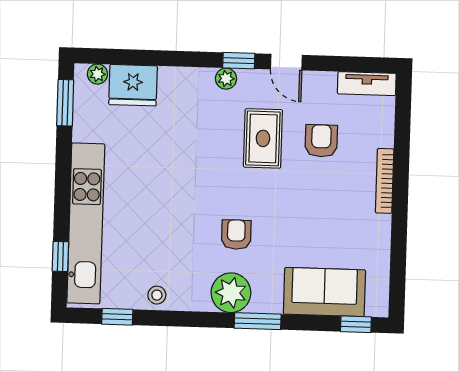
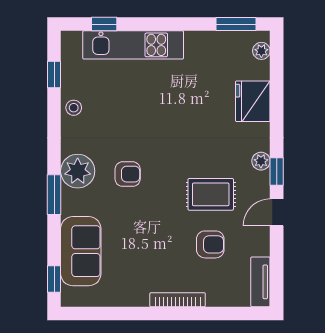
fridge: (133, 85) -> (253, 101), moved
kitchen unit: (86, 223) -> (133, 45), width x0.73

